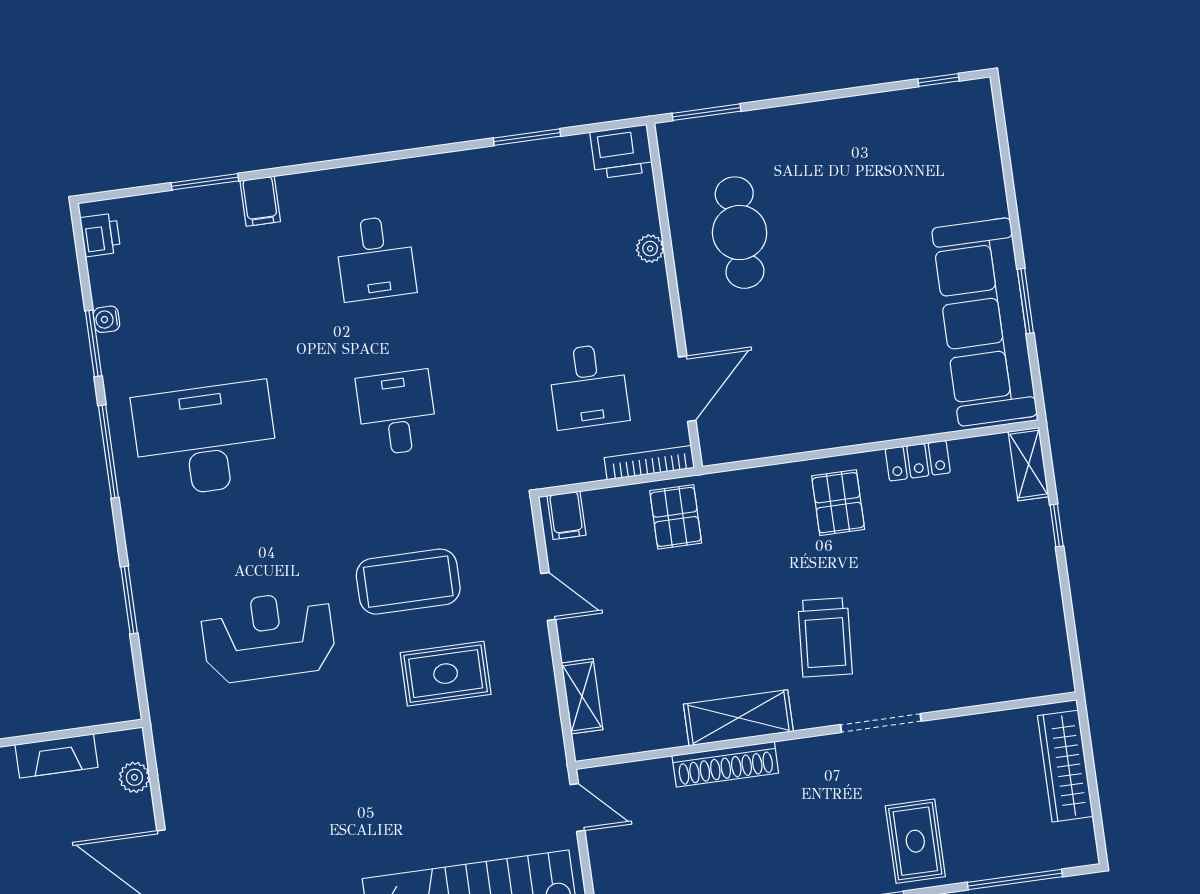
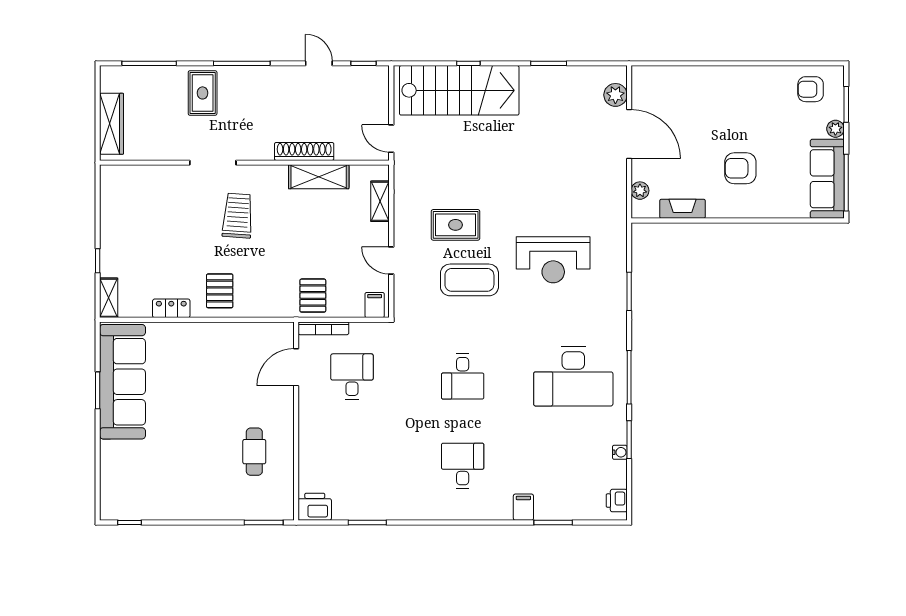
cafe table: (740, 233) -> (254, 452), width x0.73, depth x0.74
plant: (650, 249) -> (306, 450), removed
shelving: (738, 718) -> (319, 177), moved

